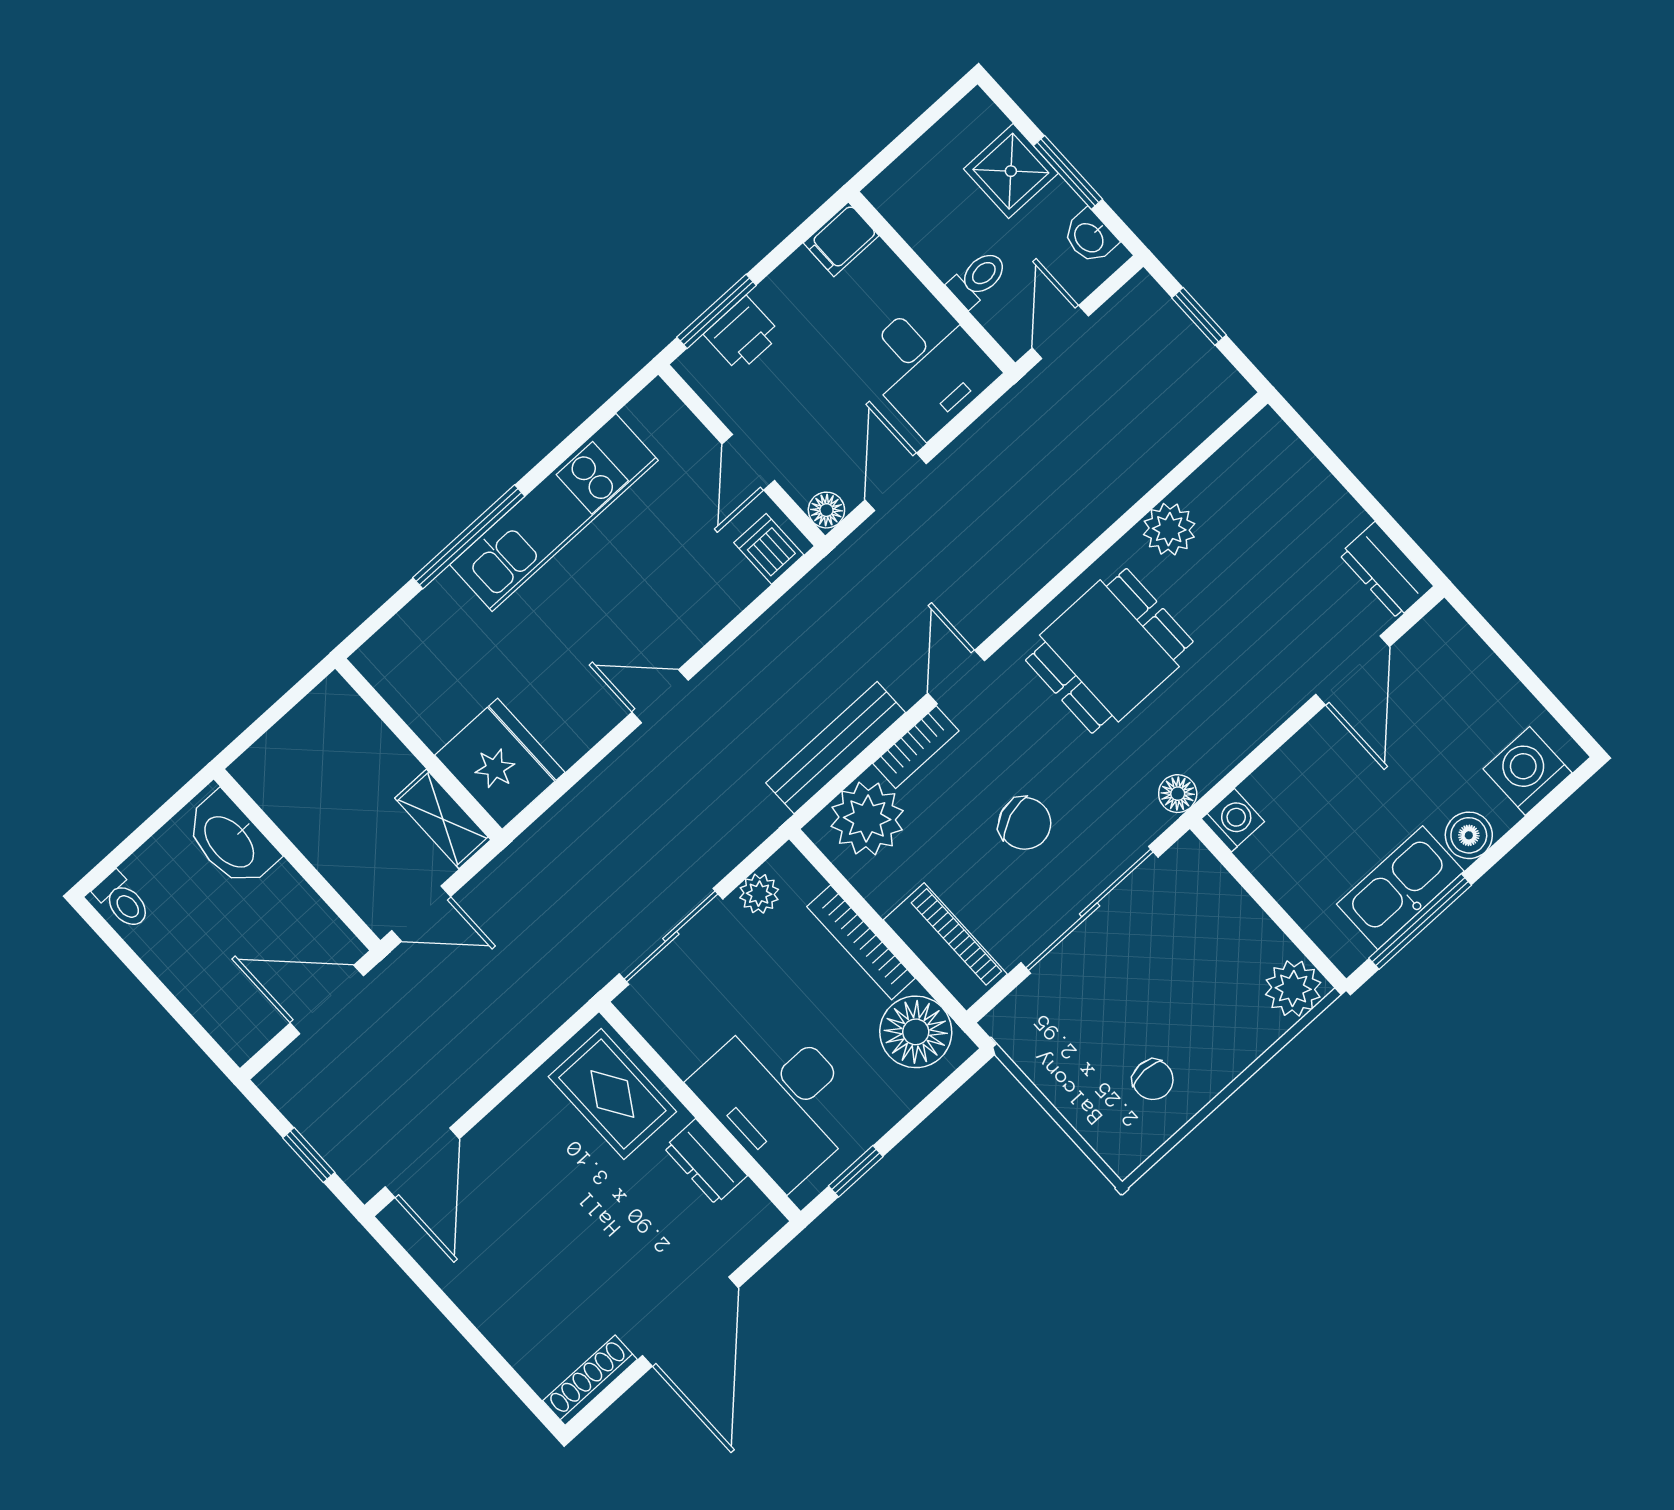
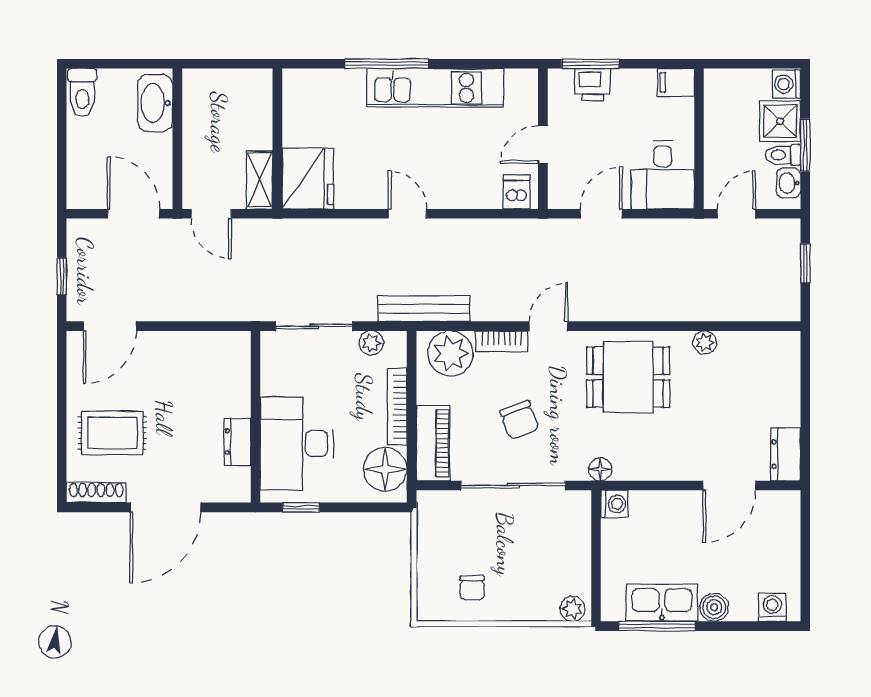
washing machine: (978, 119) -> (786, 84), added
toilet: (978, 279) -> (783, 155), moved, turned 180
floor lamp: (826, 510) -> (558, 198), removed
plant: (1169, 529) -> (705, 343), width x0.73, depth x0.73
bench: (836, 748) -> (424, 309), moved
washing machine: (1527, 771) -> (772, 607), width x0.73, depth x0.73
toilet: (122, 901) -> (82, 92), width x1.37, depth x1.39
plant: (1293, 988) -> (573, 609), width x0.73, depth x0.73
rug: (612, 1094) -> (112, 433), moved, turned 90

